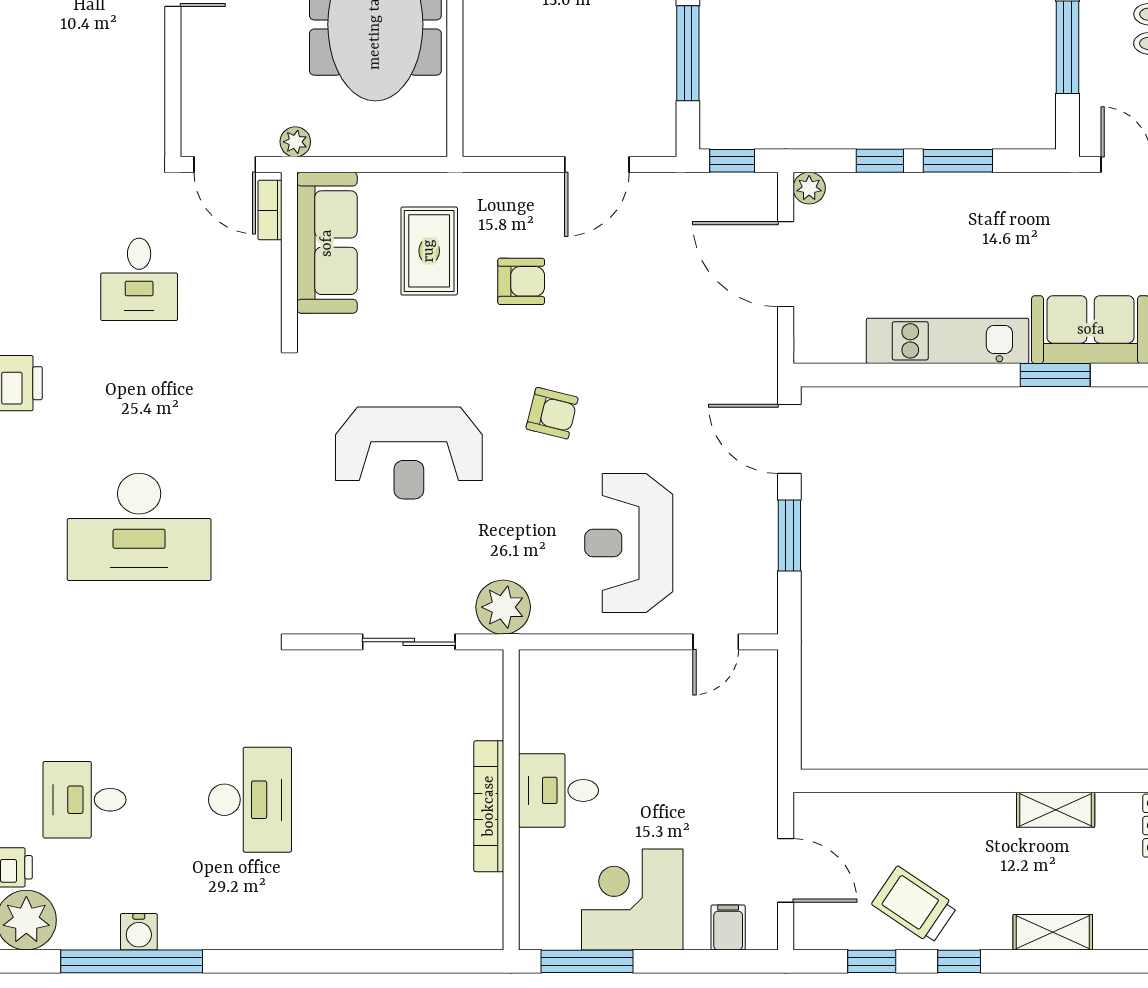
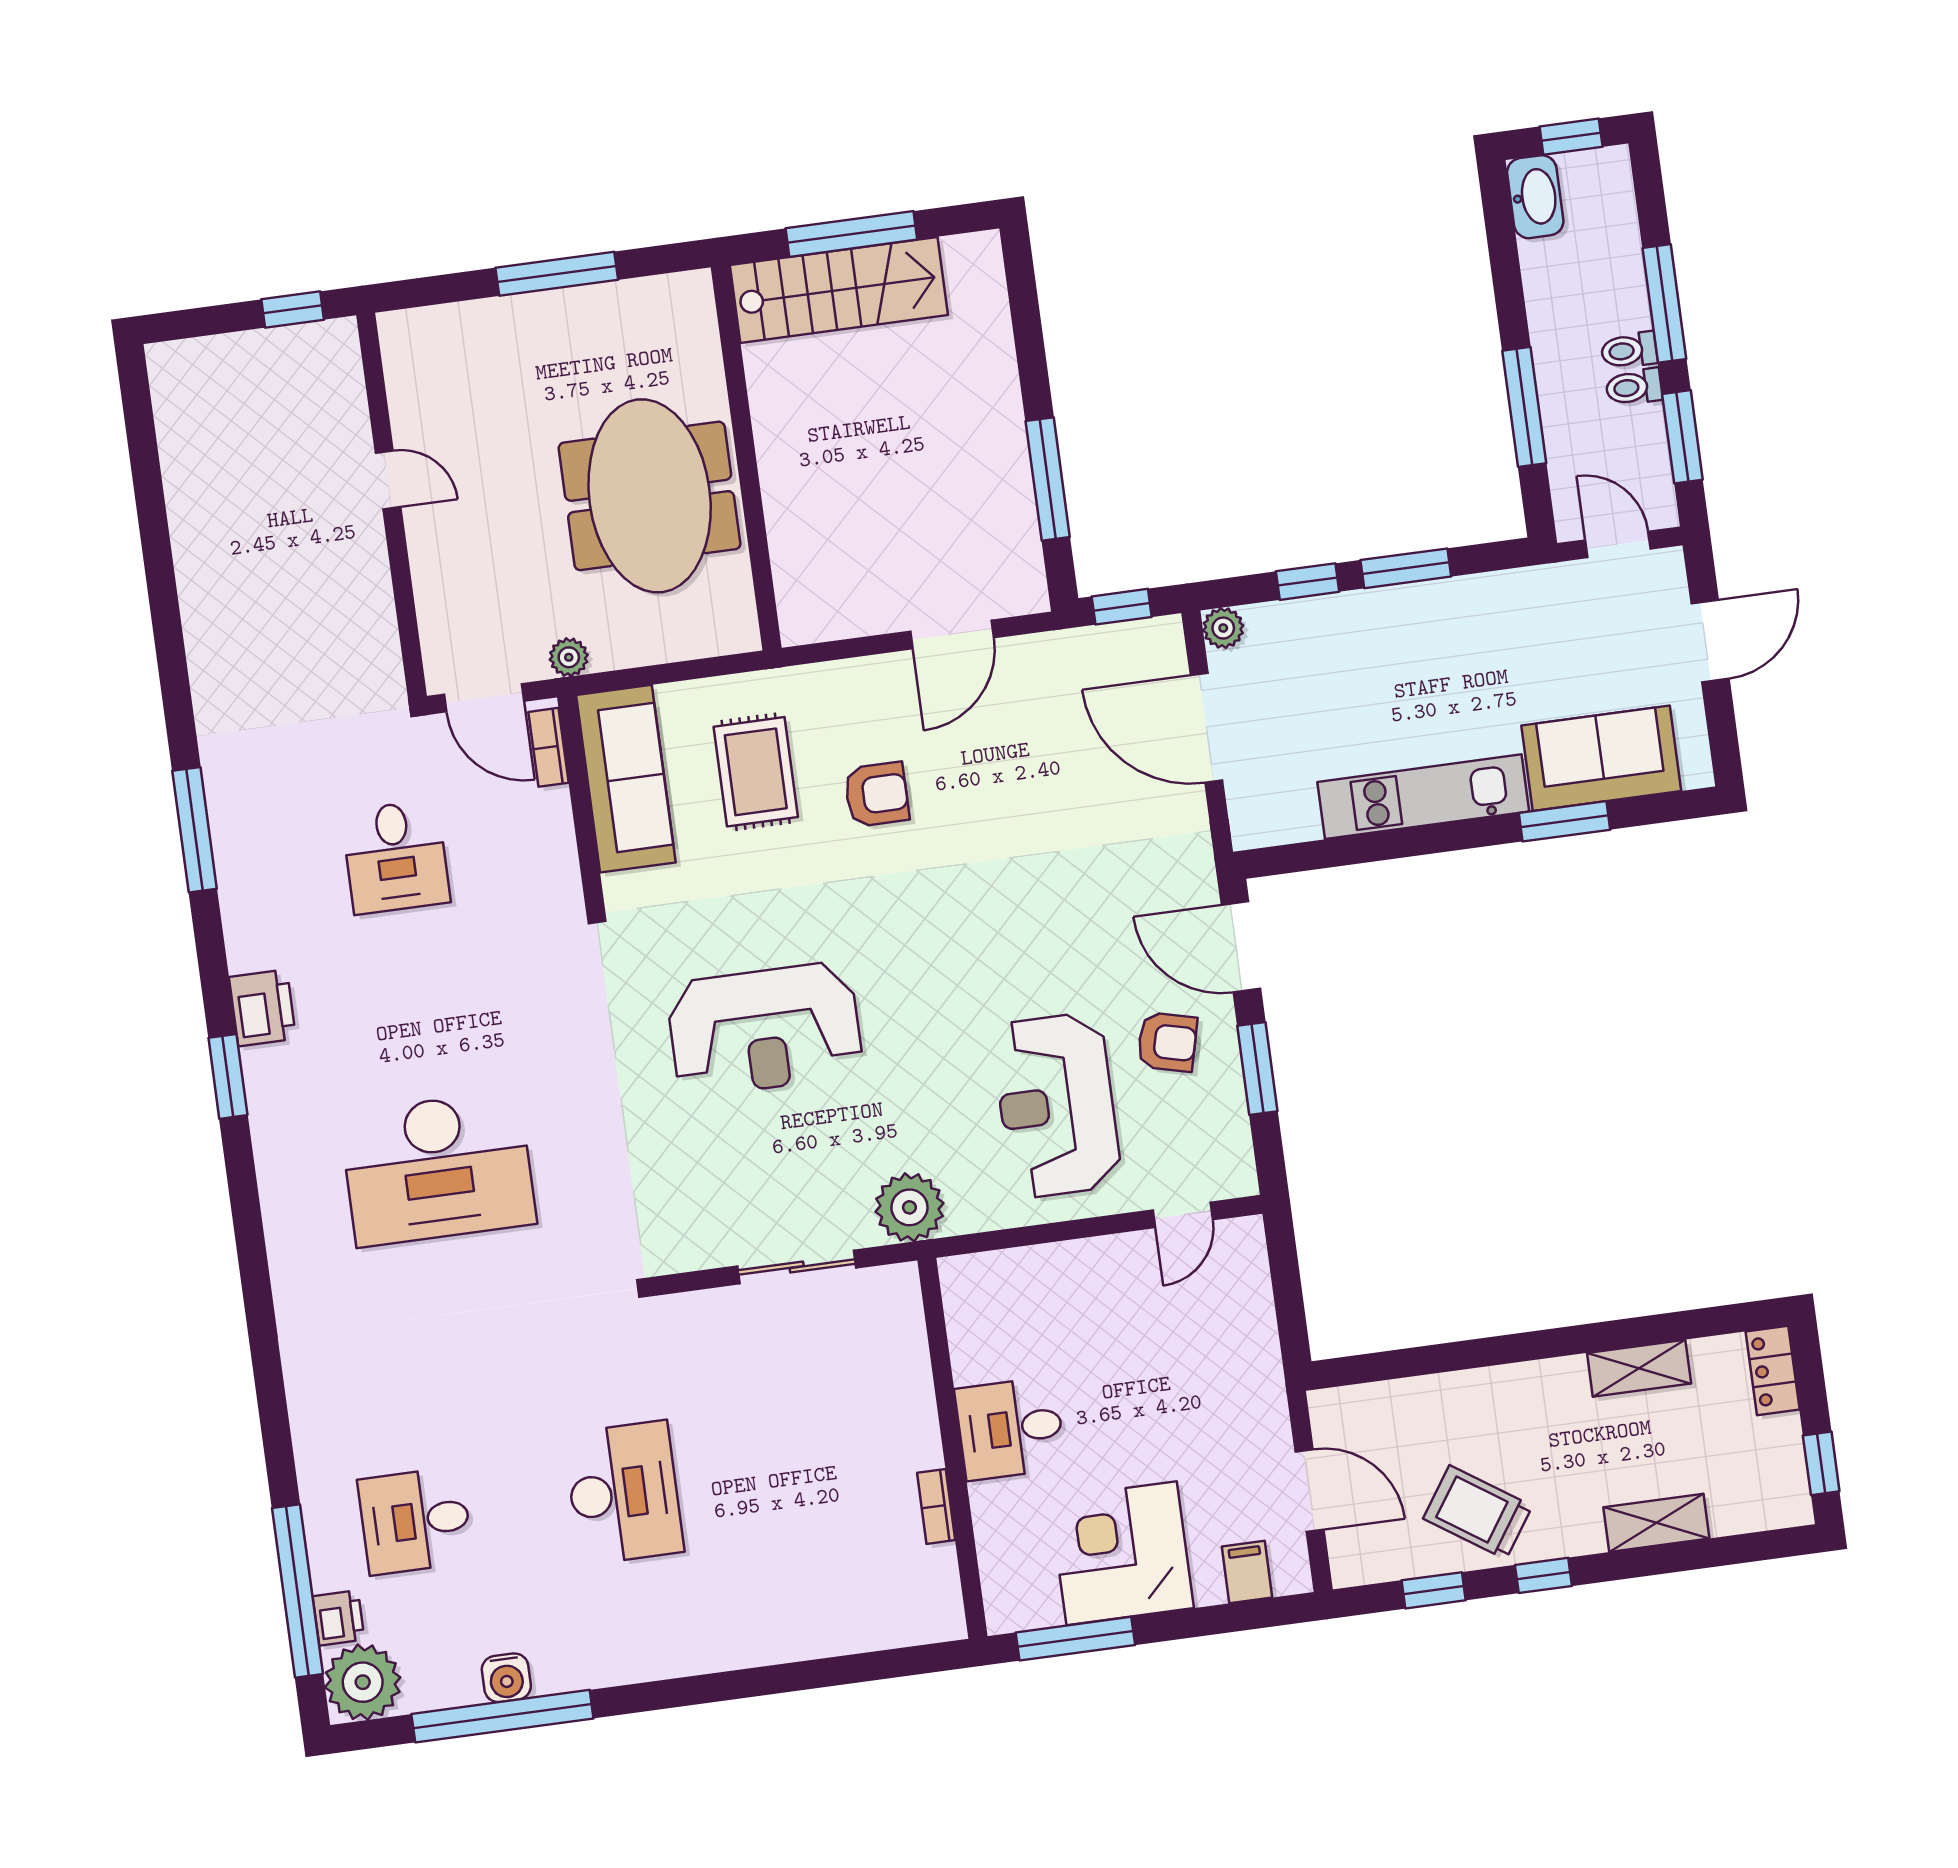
armchair: (552, 413) -> (1167, 1042), moved
bookcase: (489, 806) -> (936, 1506), width x0.43, depth x0.76

